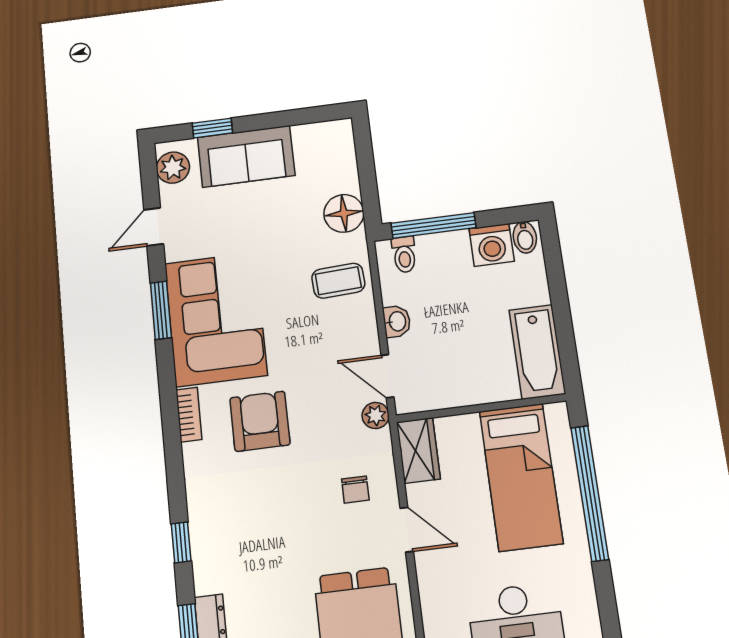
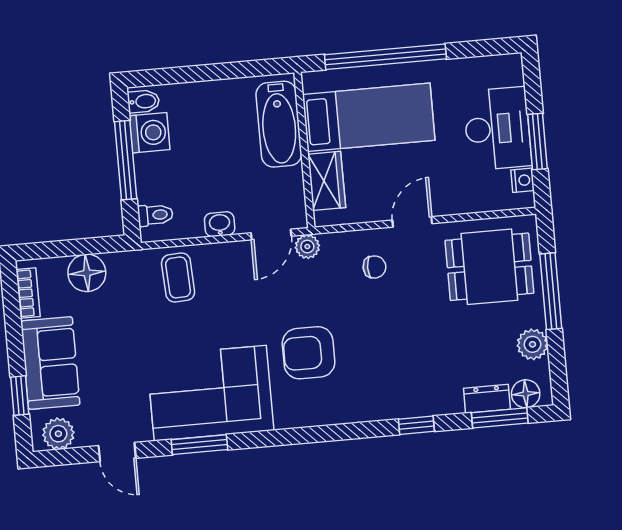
floor lamp: (344, 213) -> (87, 273), moved
window: (433, 225) -> (126, 160), moved
bathtub: (537, 352) -> (279, 124), moved, turned 90
bookcase: (189, 415) -> (28, 293), moved, turned 90
wardrobe: (418, 450) -> (327, 181), moved, turned 90

